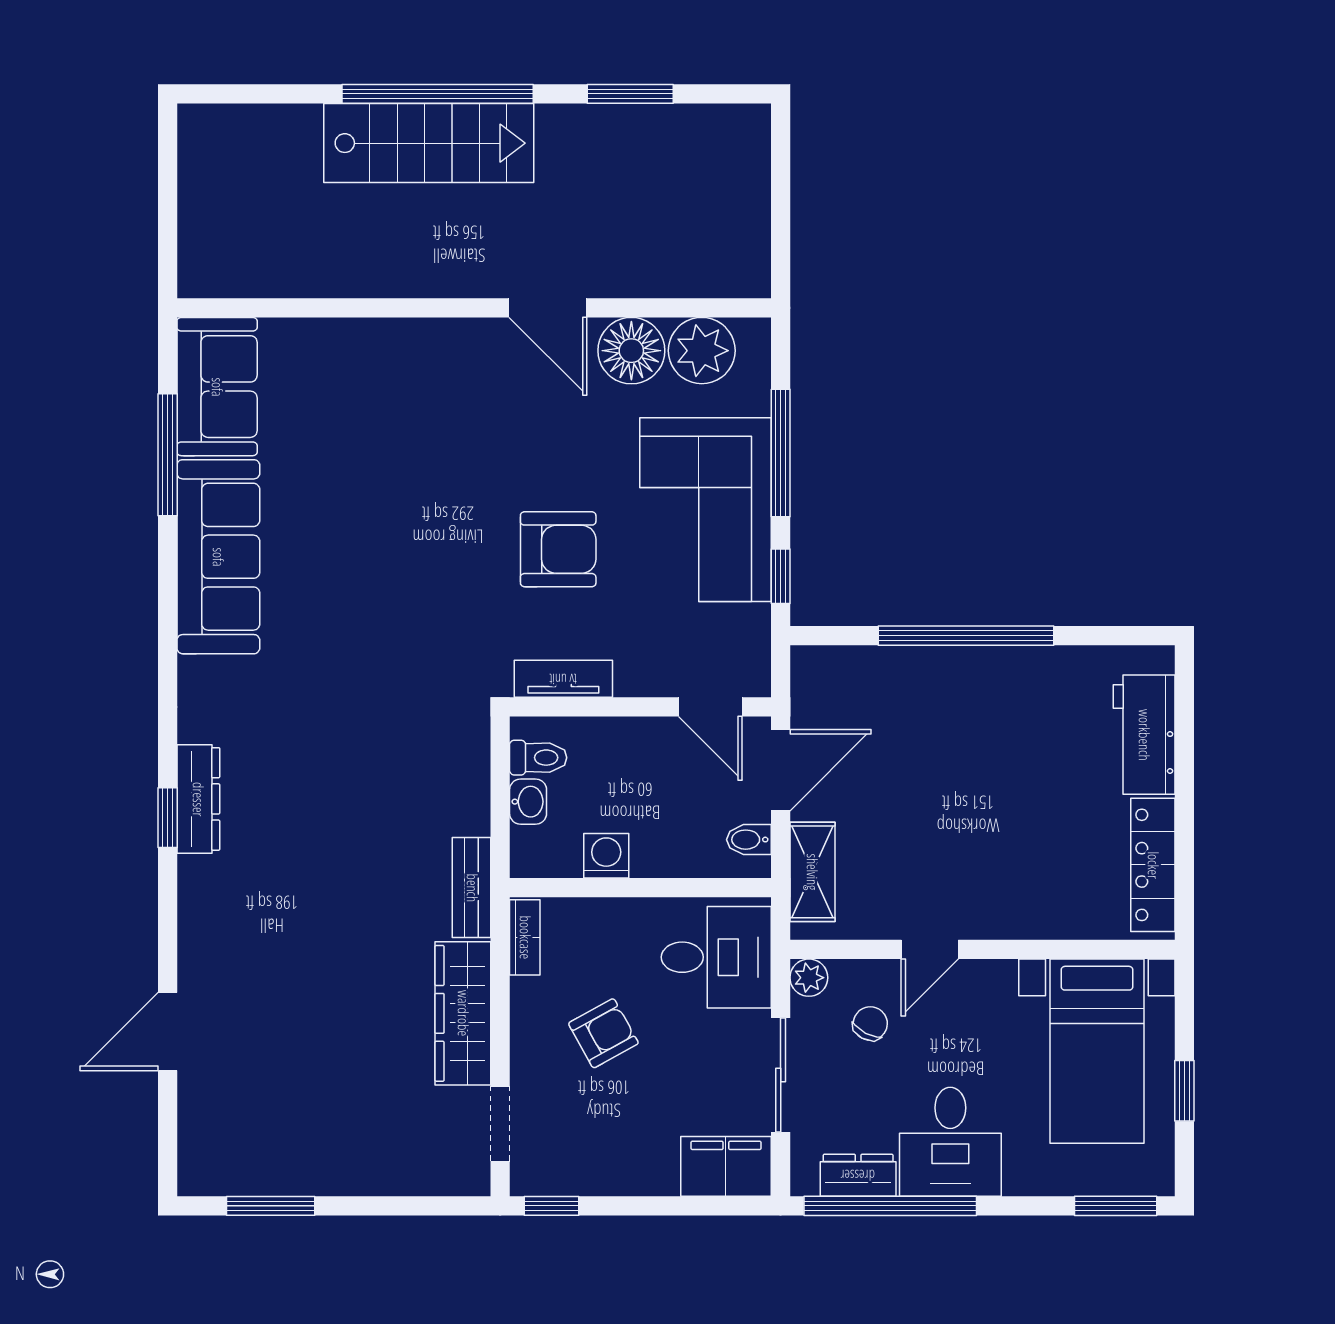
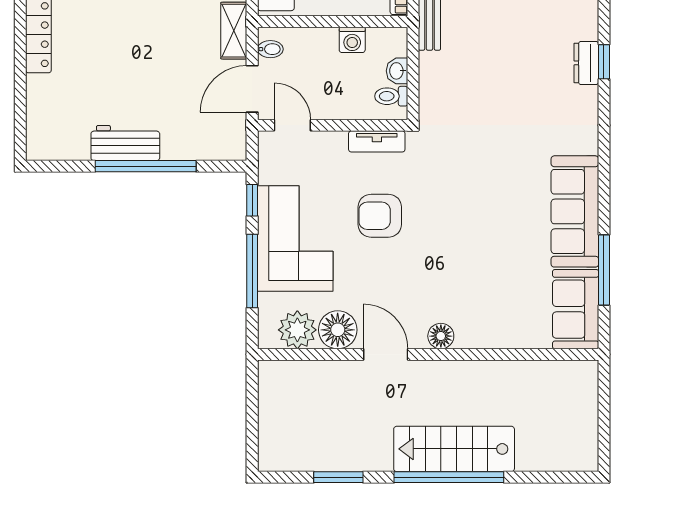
floor lamp: (452, 340) -> (441, 336), added
workbench: (1144, 735) -> (125, 143), moved, turned -90
dresser: (198, 799) -> (586, 63), width x0.70

